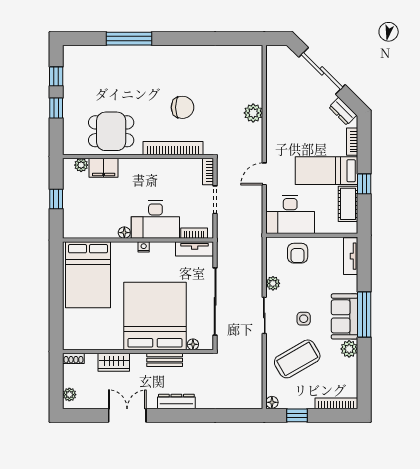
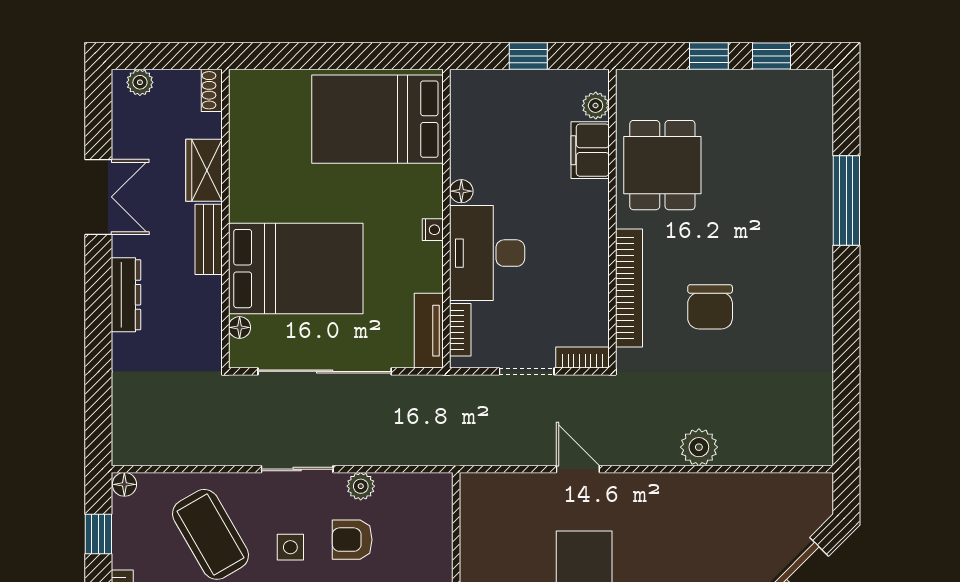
desk: (290, 214) -> (497, 521), removed
armchair: (298, 253) -> (352, 540), moved
bed: (155, 316) -> (296, 269), width x0.73
bench: (165, 360) -> (209, 239), moved

